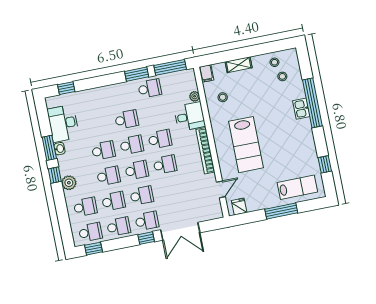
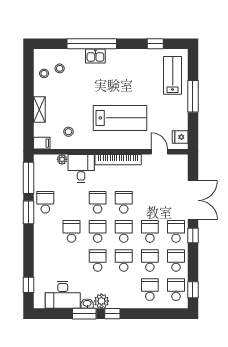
plant: (69, 183) -> (101, 301), moved

